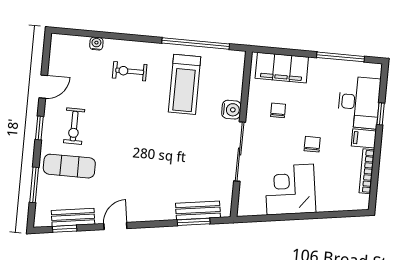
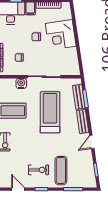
treadmill: (175, 156) -> (50, 112), added
corner desk: (290, 189) -> (61, 35), moved
bench: (73, 217) -> (83, 121), moved
door: (115, 226) -> (92, 142), hinge flipped

